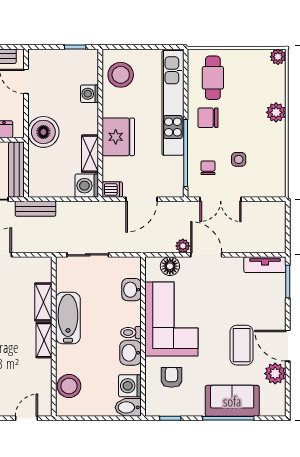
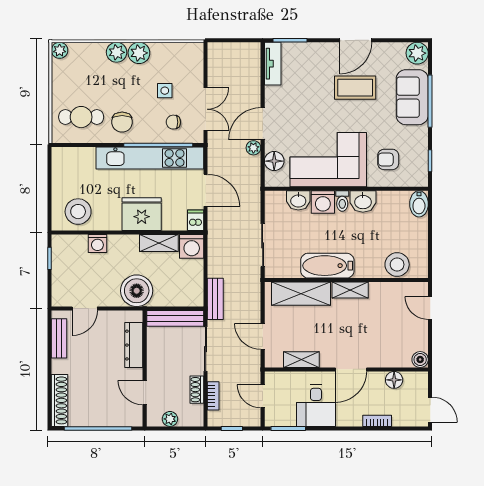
kitchen unit: (173, 103) -> (150, 158), moved
plant: (275, 134) -> (139, 53), added
shelving: (43, 302) -> (301, 294), width x1.50, depth x1.33
plant: (275, 374) -> (417, 53), moved
washing machine: (130, 386) -> (323, 202), moved

